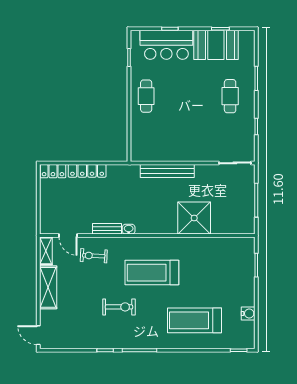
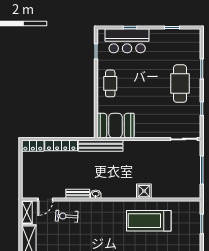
booth: (216, 45) -> (116, 126), moved
cafe table: (230, 96) -> (180, 84), width x1.37, depth x1.35
bench: (167, 171) -> (101, 146), moved
shower: (194, 218) -> (144, 191), width x0.54, depth x0.54
door: (68, 236) -> (45, 199), hinge flipped
treadmill: (152, 273) -> (149, 221), moved

